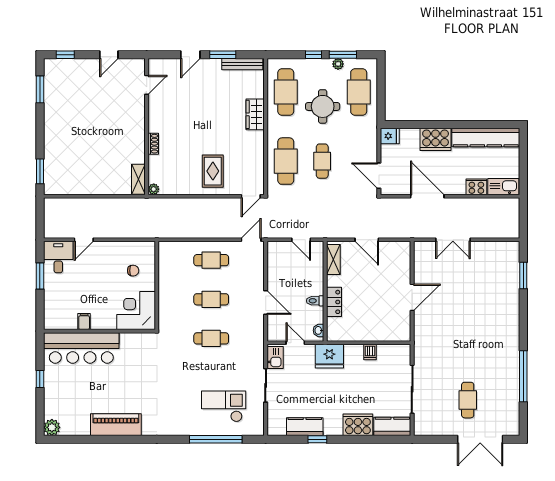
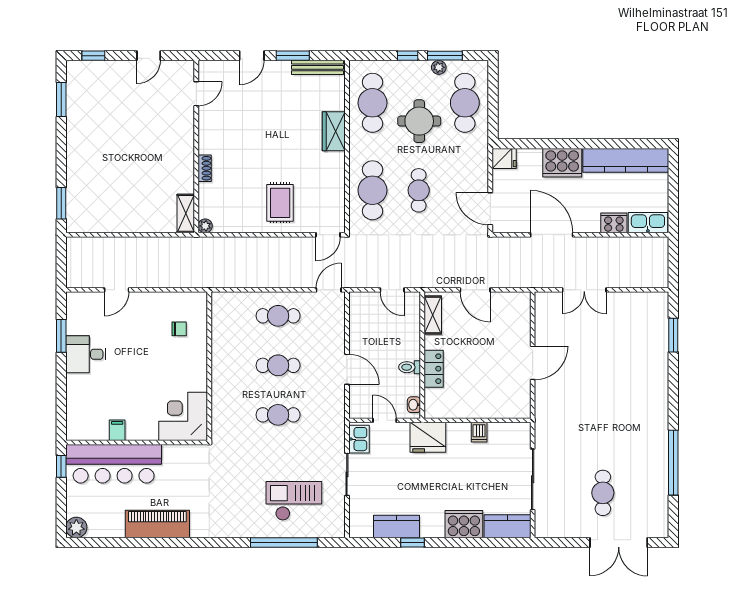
desk: (58, 257) -> (86, 354), moved, turned -90
corner desk: (136, 311) -> (183, 416), moved
filing cabinet: (84, 322) -> (117, 430), moved
wall: (99, 331) -> (137, 442), moved
bar counter: (81, 348) -> (114, 464), moved

